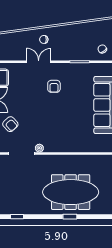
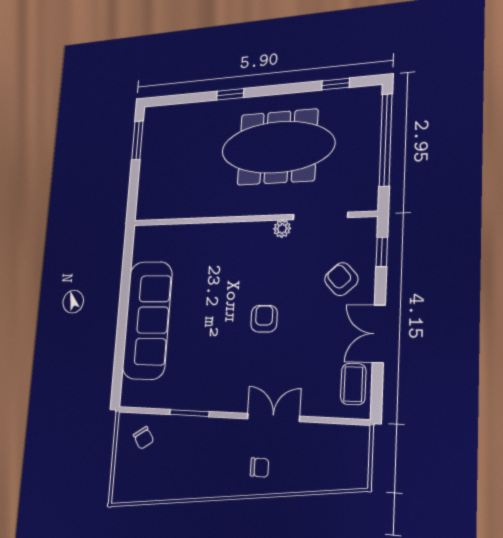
double door: (39, 62) -> (273, 418), swing flipped
armchair: (54, 86) -> (264, 319), moved
meeting table: (71, 192) -> (277, 147), moved

